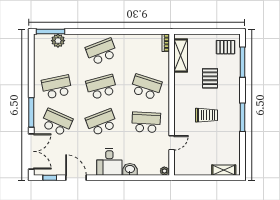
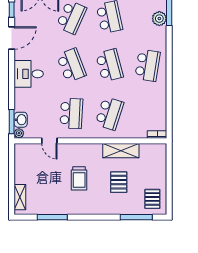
school desk: (101, 52) -> (147, 65), turned 30
shelving: (181, 55) -> (121, 151), moved
pallet: (210, 78) -> (119, 182), turned 90
window: (242, 117) -> (52, 217), moved
washbasin: (130, 169) -> (21, 120), moved
window: (154, 178) -> (12, 122), added

